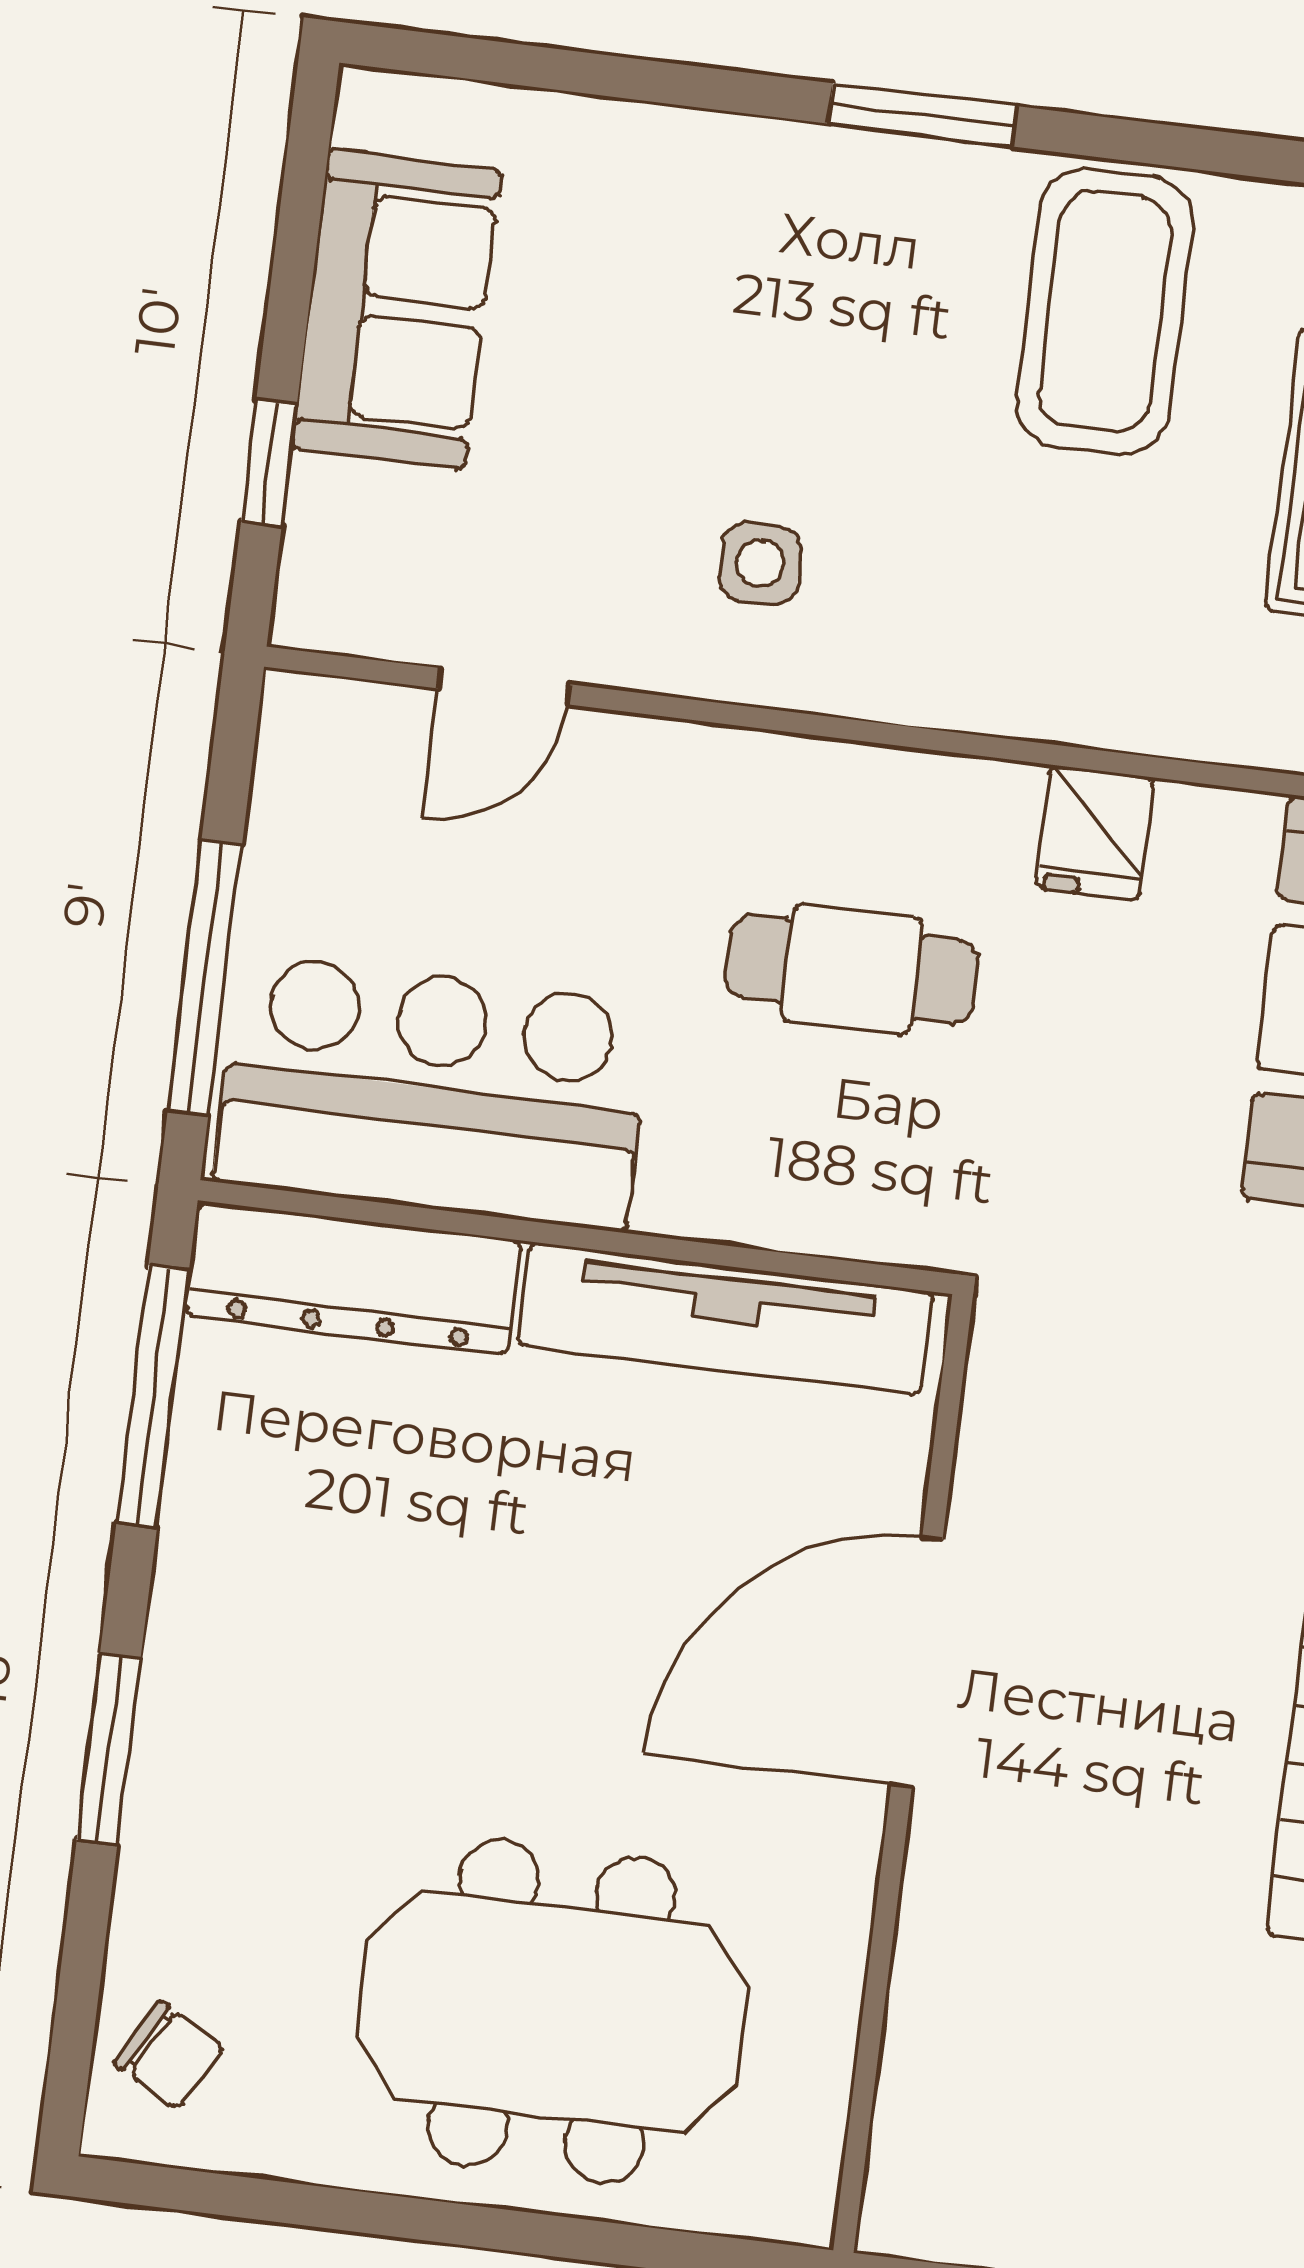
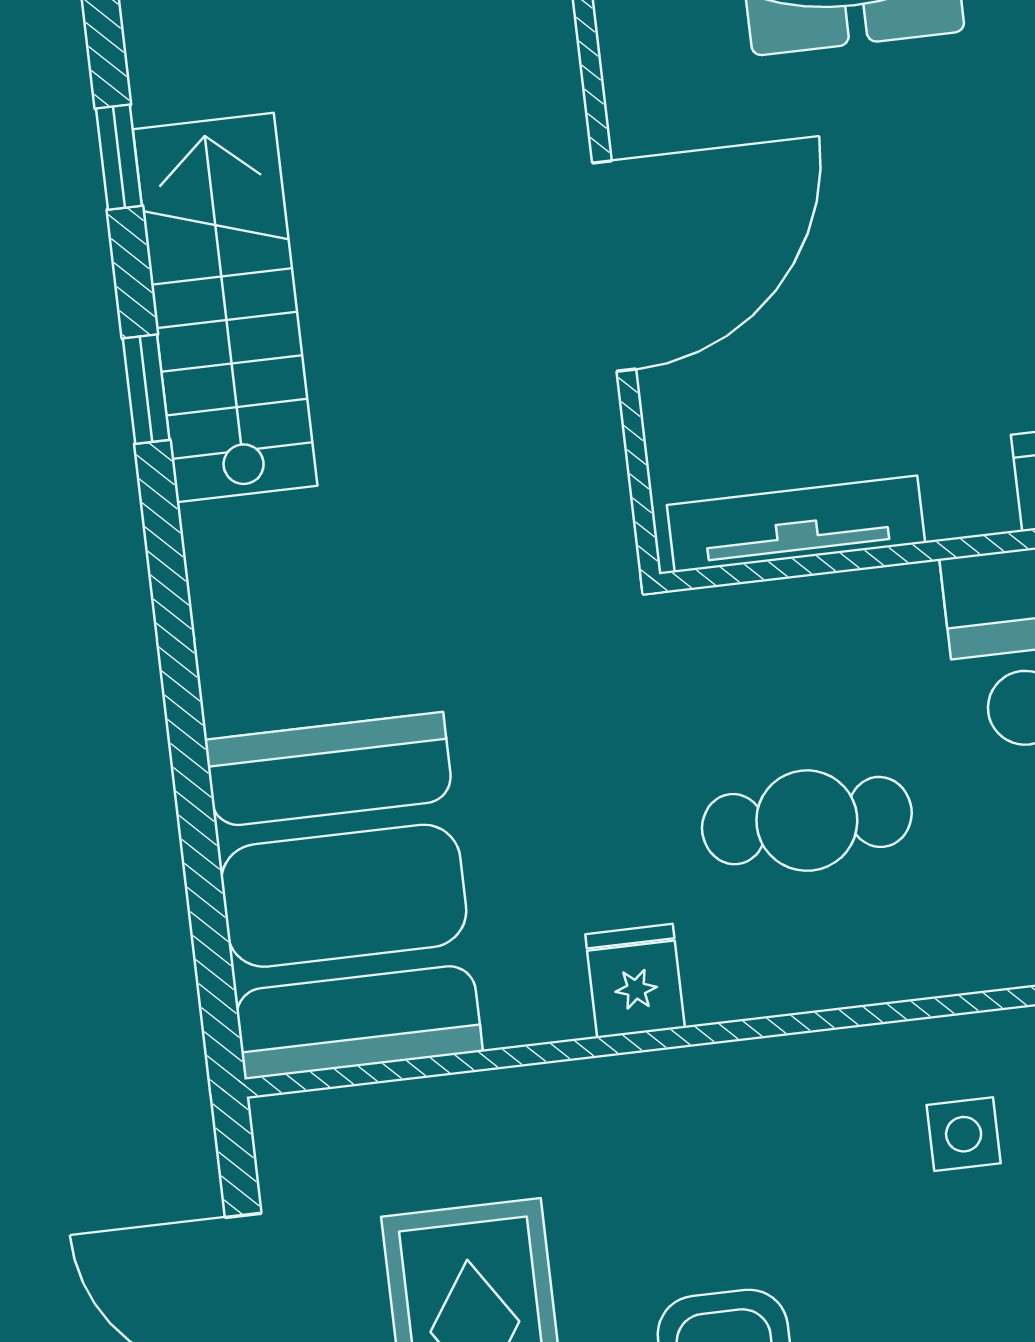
tv unit: (725, 1318) -> (796, 524), width x0.73, depth x0.78

